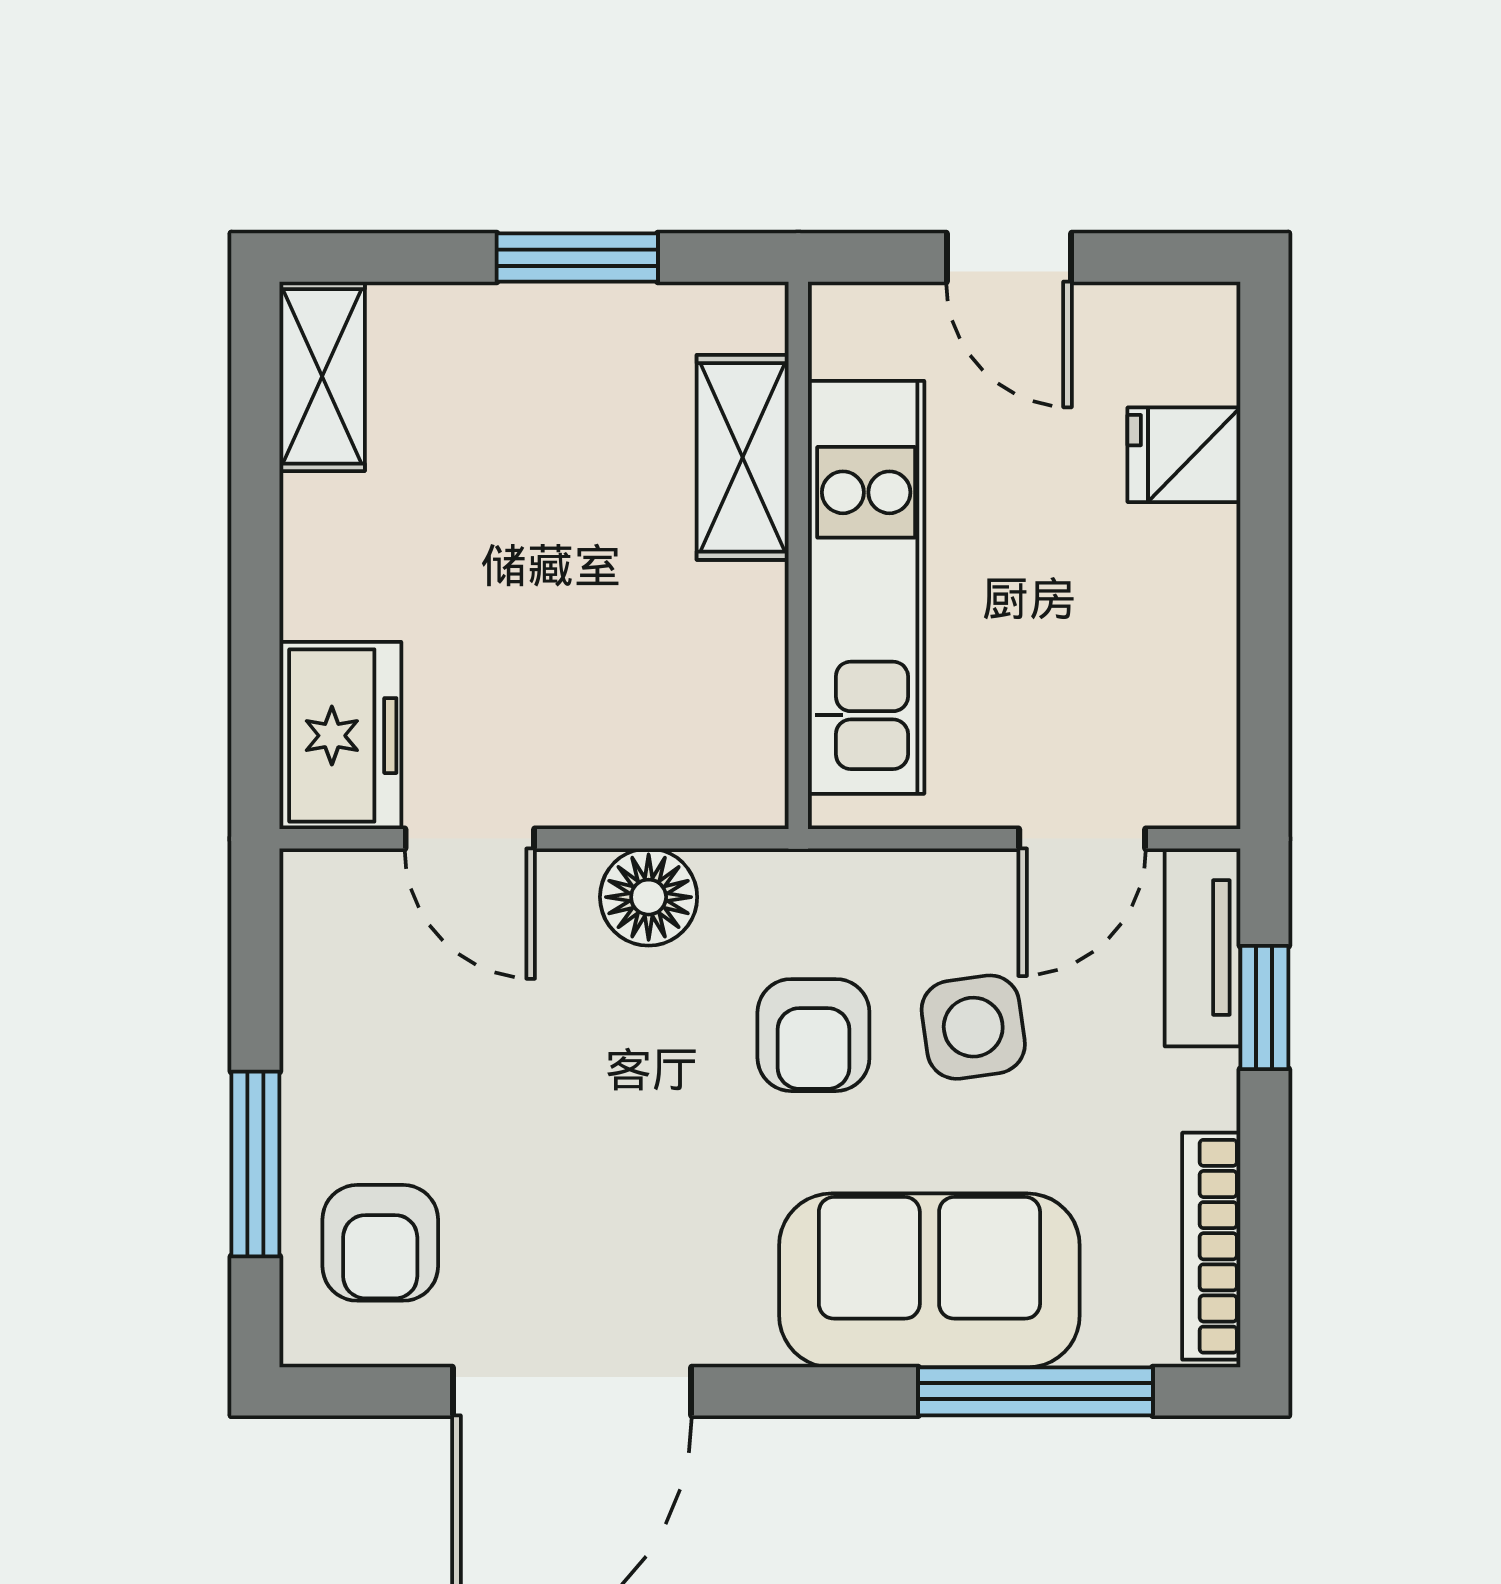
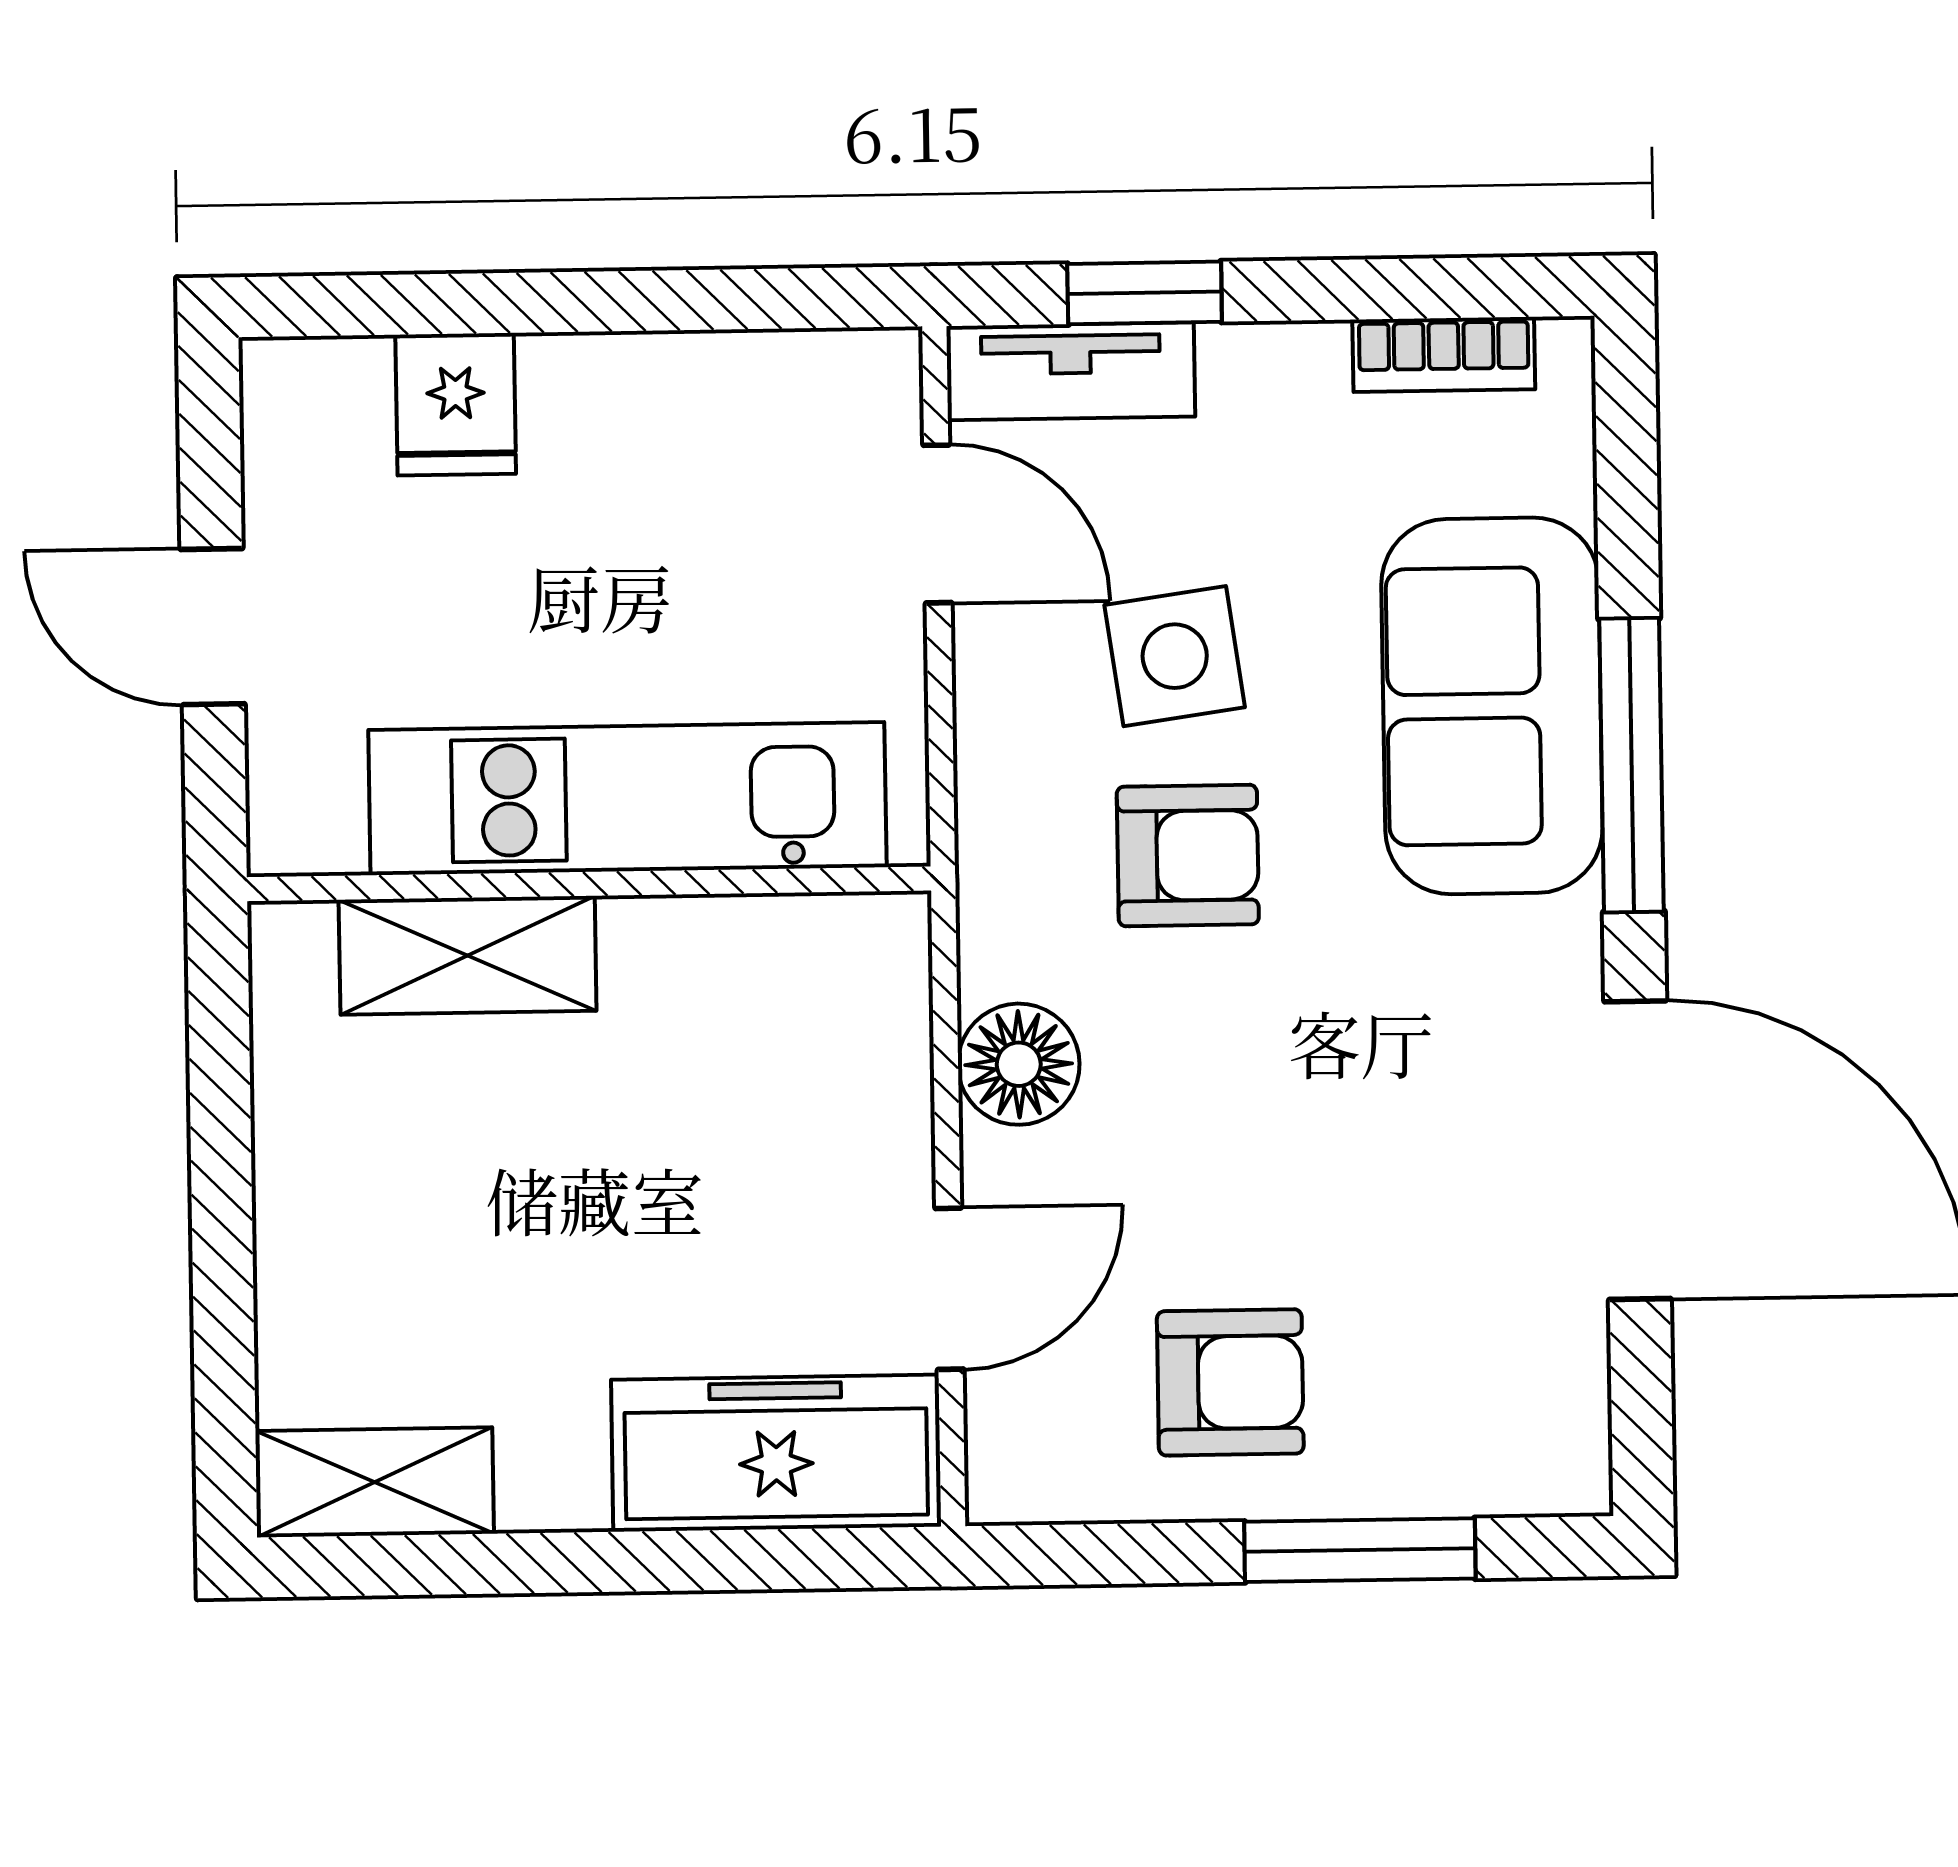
window: (577, 258) -> (221, 1166), removed
door: (1009, 258) -> (213, 627), swing flipped
freezer: (340, 736) -> (776, 1453), width x1.40
armchair: (380, 1243) -> (1230, 1382), moved
bookcase: (1211, 1246) -> (1444, 355), width x0.64
window: (1035, 1391) -> (1632, 765), moved

